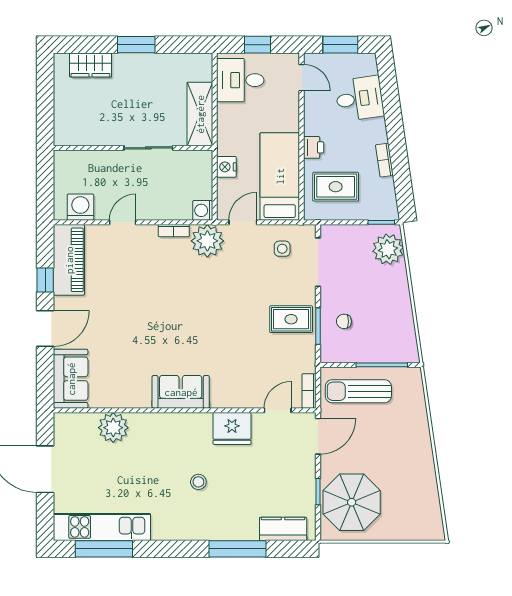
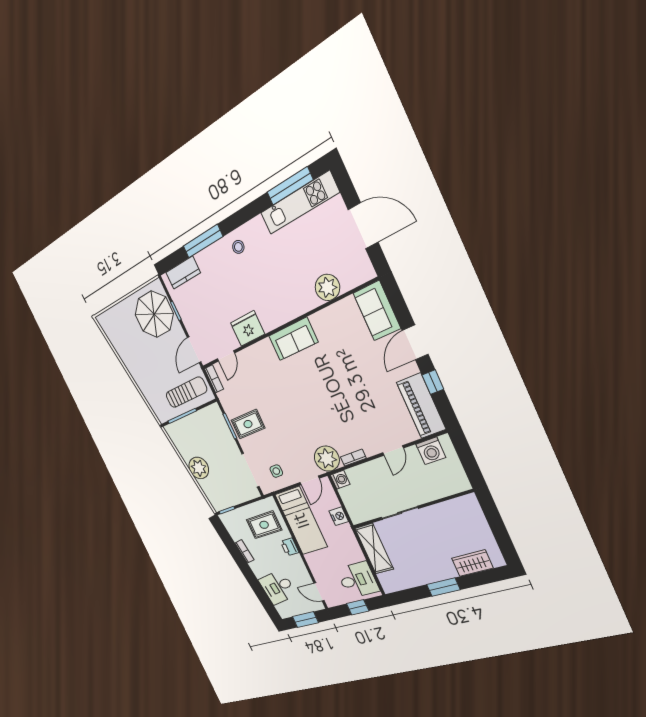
plant: (388, 249) -> (199, 468), moved
chair: (344, 321) -> (217, 436), removed
stool: (198, 482) -> (238, 247), moved

